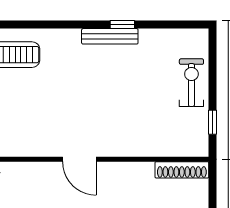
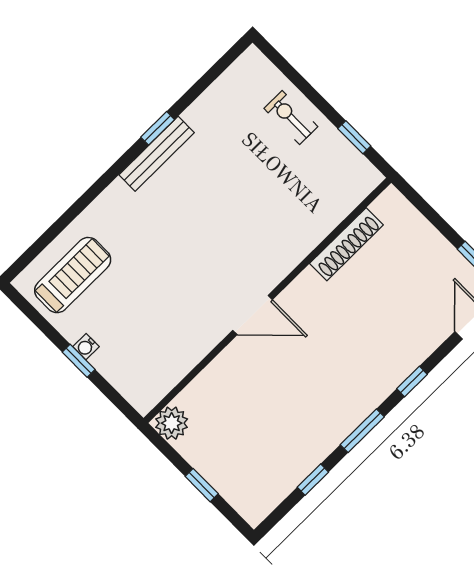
exercise bike: (191, 83) -> (291, 118), width x0.73, depth x0.72
shoe rack: (182, 170) -> (346, 244), moved

